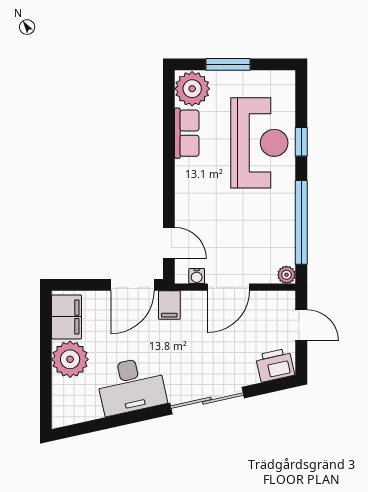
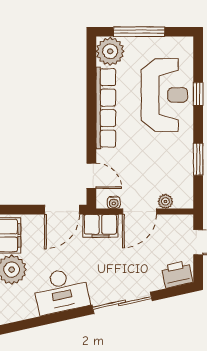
window: (228, 64) -> (139, 32), width x1.44
row of seats: (187, 133) -> (106, 108), width x2.02
window: (301, 222) -> (198, 159), width x0.47
plant: (286, 275) -> (165, 201), moved
filing cabinet: (169, 305) -> (100, 226), width x2.00

